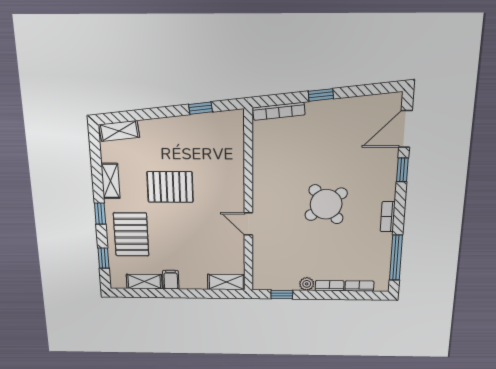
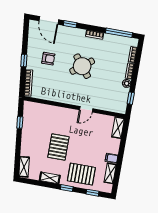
armchair: (331, 141) -> (48, 59), added

